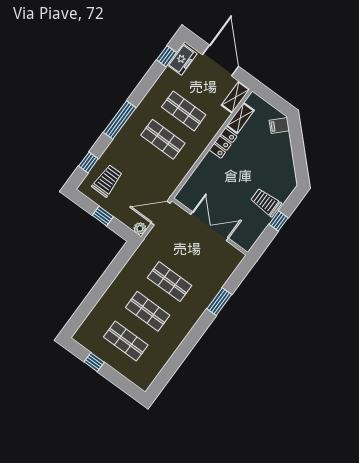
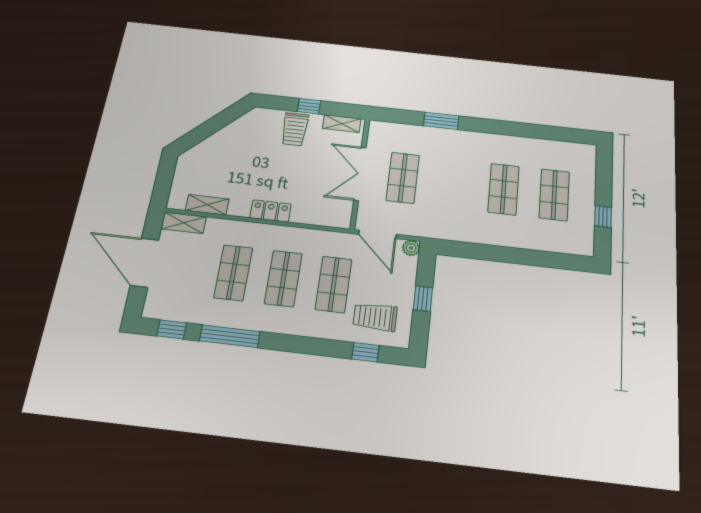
freezer: (182, 59) -> (166, 308), removed
door: (221, 60) -> (145, 263), hinge flipped
window: (120, 120) -> (230, 336), moved
filing cabinet: (279, 126) -> (193, 159), removed
locker: (223, 143) -> (271, 211), moved
shop shelf: (142, 167) -> (334, 284), added
shelving: (253, 235) -> (342, 124), added
shop shelf: (169, 282) -> (403, 178), moved

